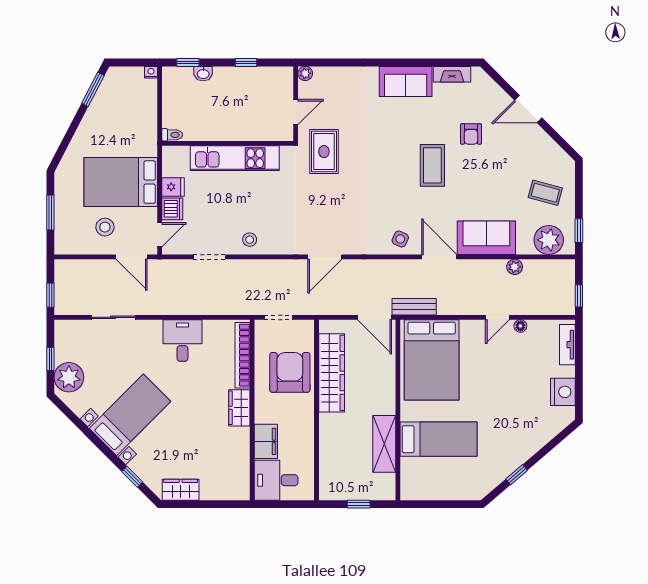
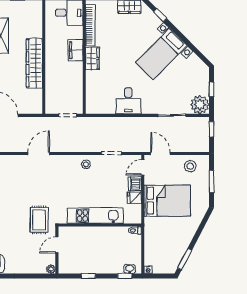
washbasin: (203, 74) -> (130, 269), moved
stool: (105, 227) -> (190, 166), moved
bookcase: (243, 355) -> (90, 25), moved
armchair: (290, 372) -> (61, 81), removed
wardrobe: (332, 373) -> (34, 63), moved
plant: (69, 377) -> (200, 105), moved
filing cabinet: (266, 441) -> (76, 50), moved

